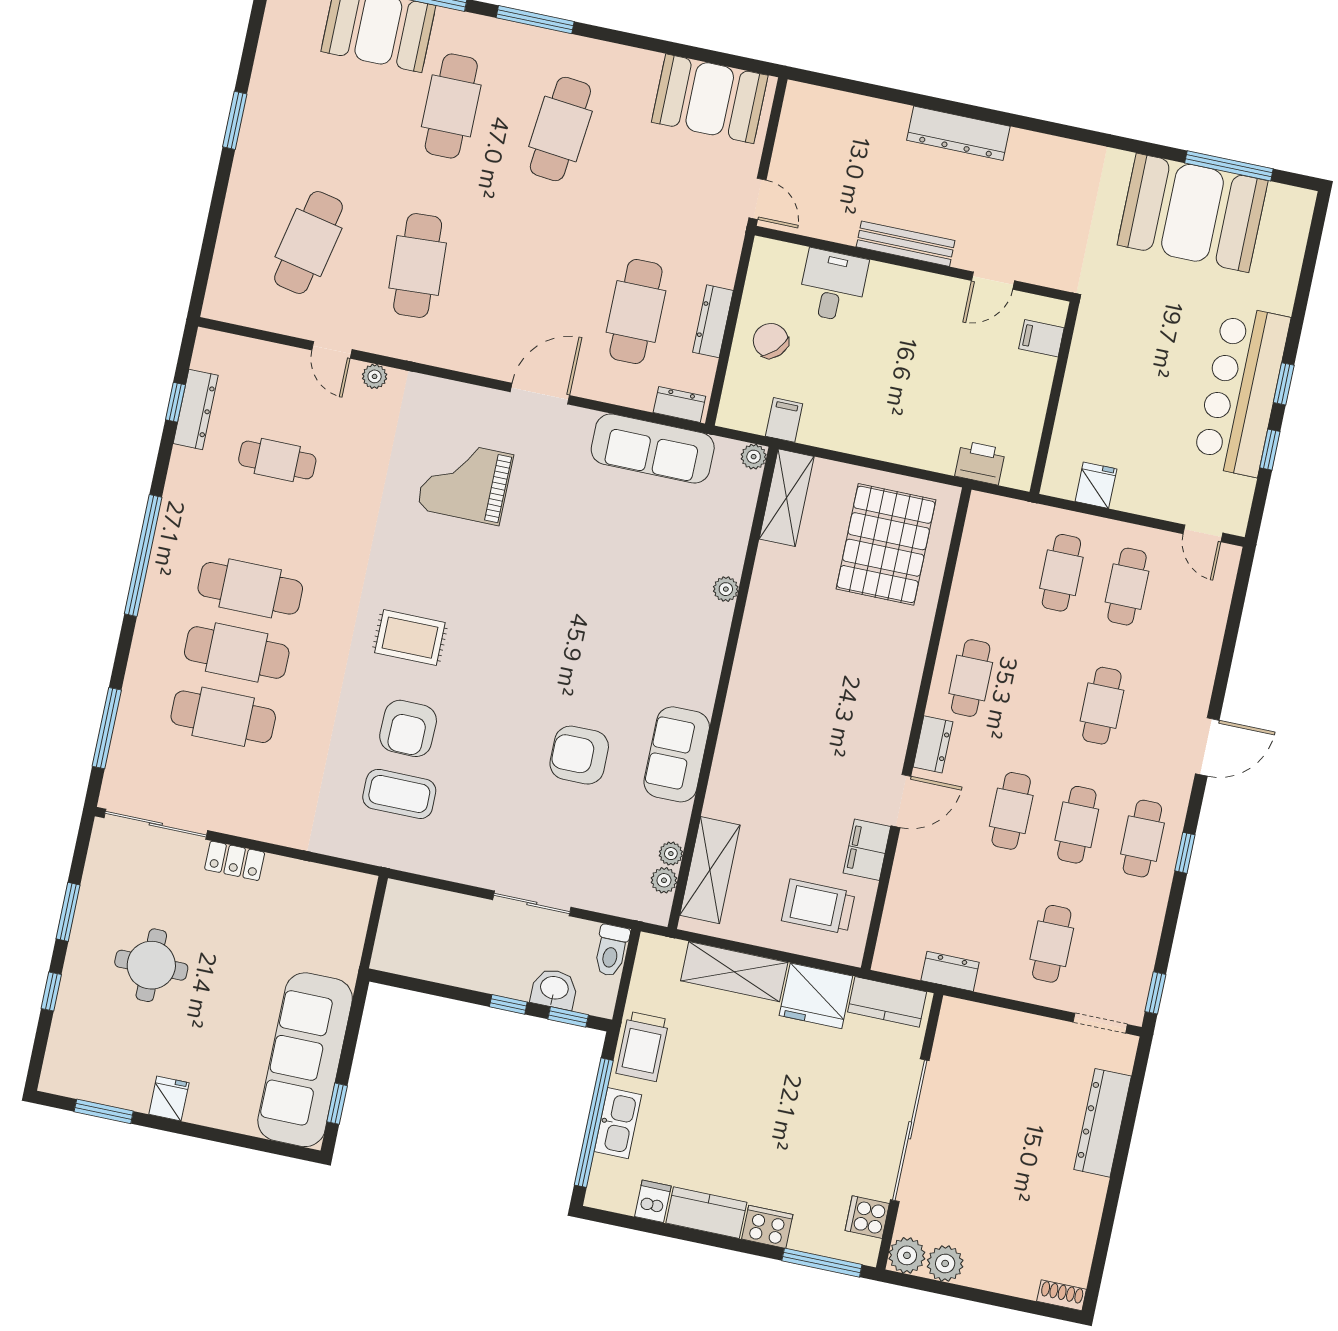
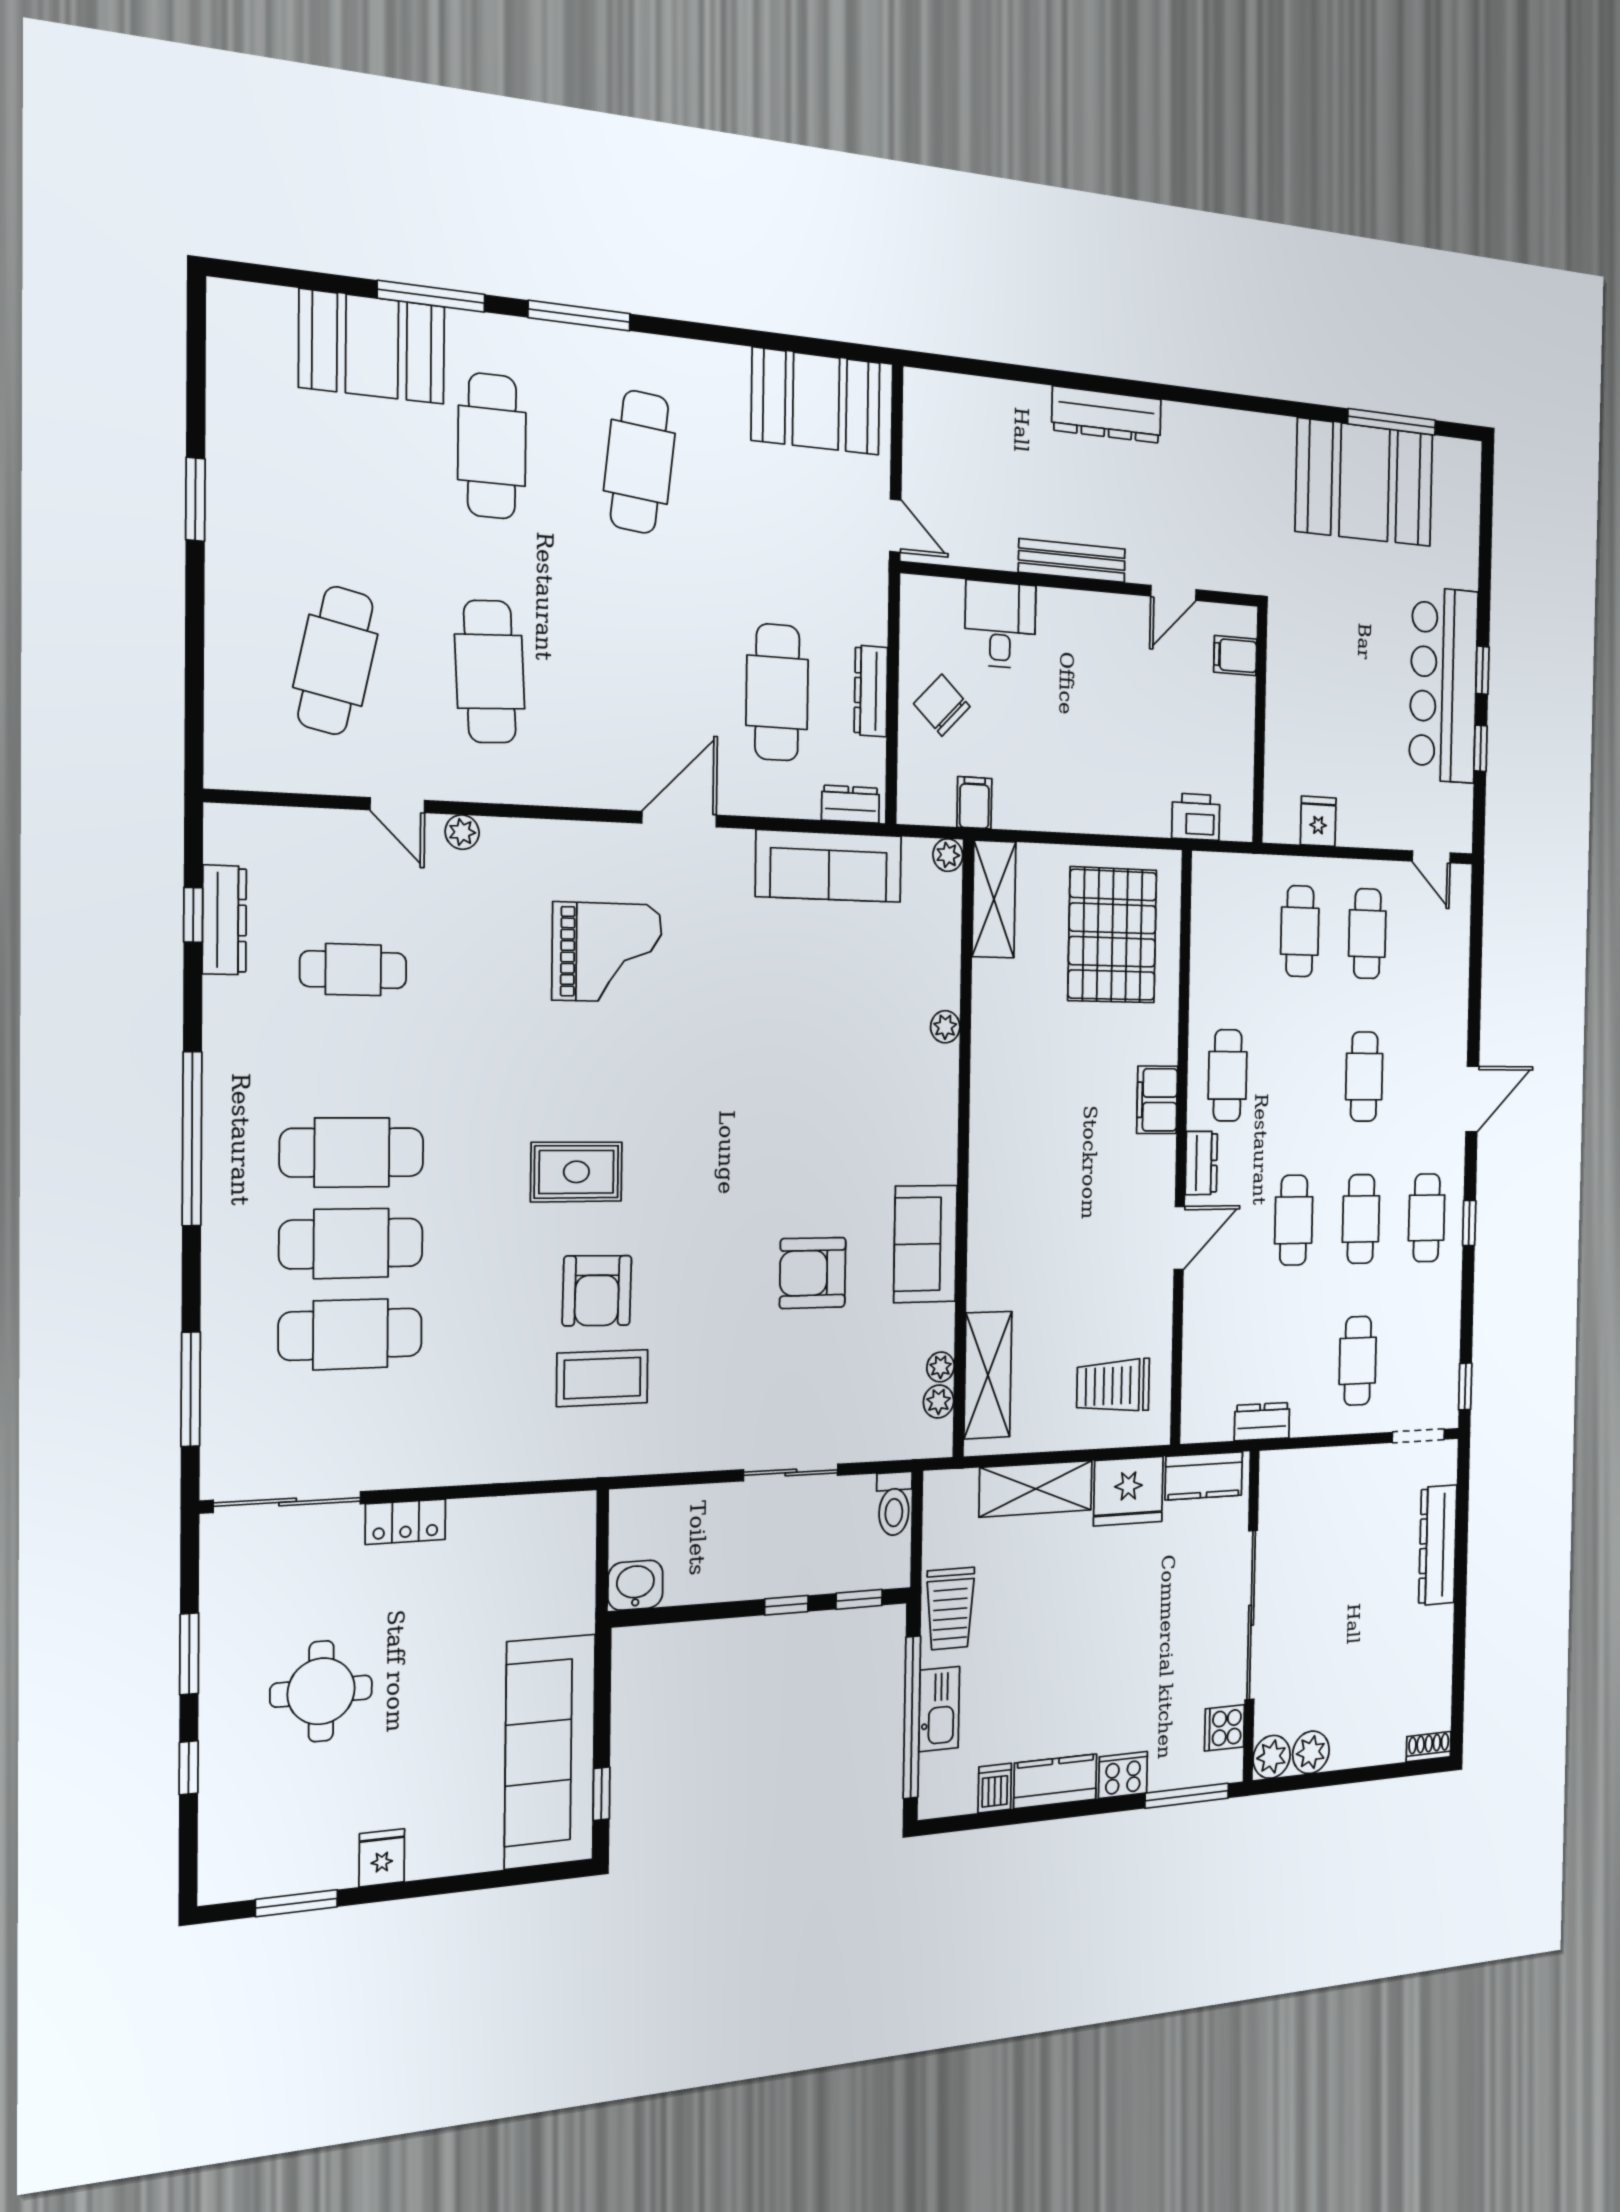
grand piano: (465, 482) -> (607, 952), turned 180
filing cabinet: (867, 850) -> (1157, 1100), moved
washbasin: (554, 989) -> (635, 1585), moved

